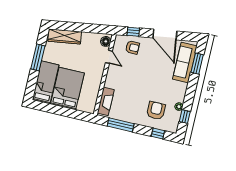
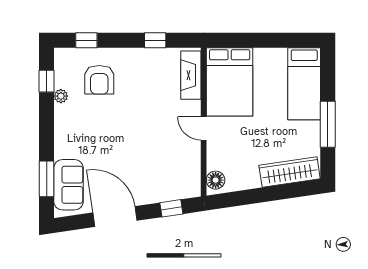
armchair: (132, 47) -> (166, 181), removed
door: (109, 57) -> (204, 128), moved
sofa: (185, 63) -> (69, 185), width x0.73
bed: (67, 89) -> (230, 82), moved
window: (121, 125) -> (155, 40), width x0.46

